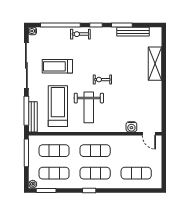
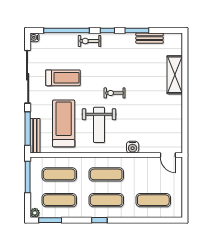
bench: (133, 32) -> (150, 38), width x0.73
treadmill: (57, 66) -> (63, 78), turned 180
water cooler: (131, 127) -> (133, 147), moved

